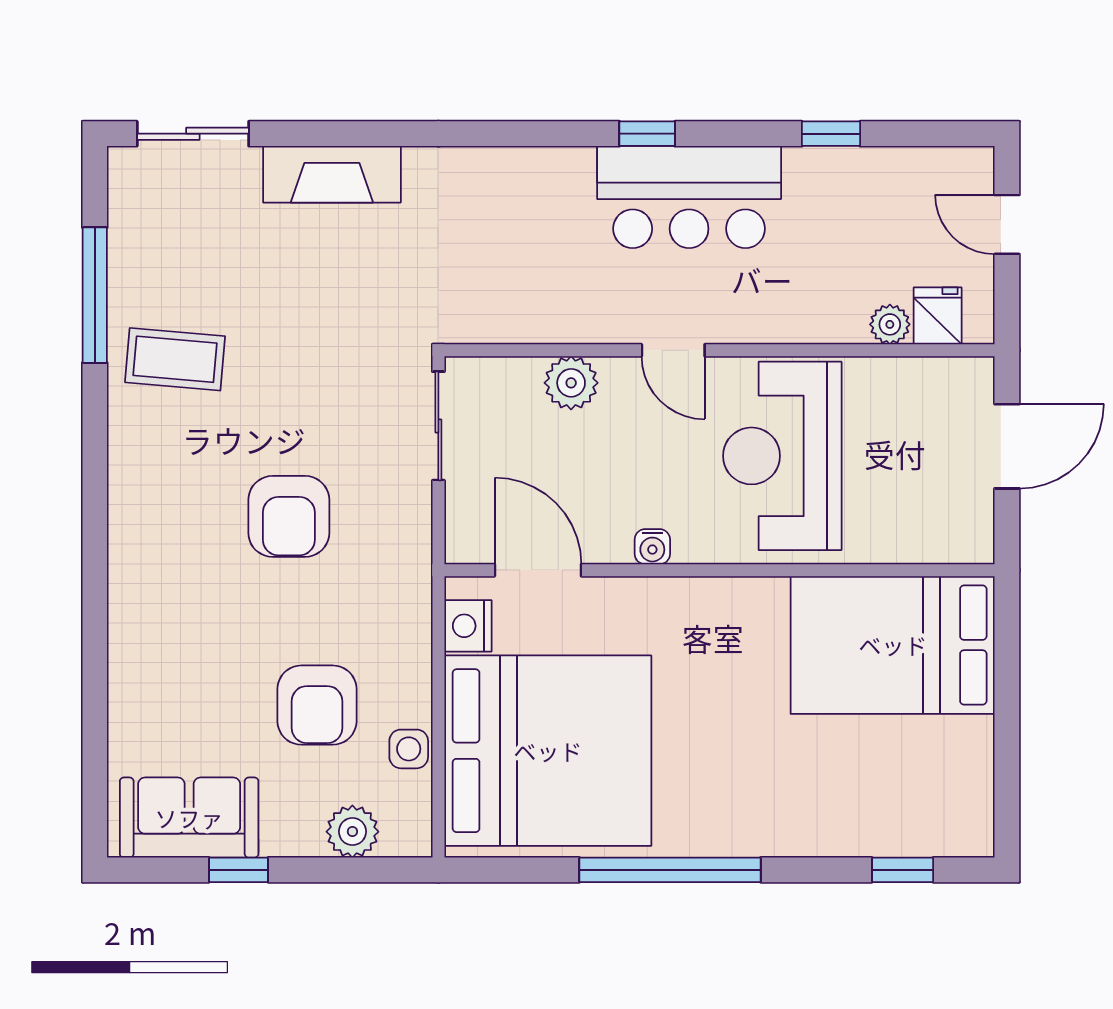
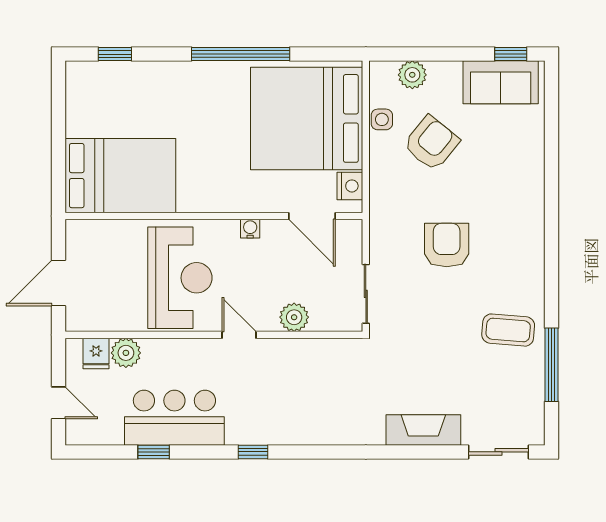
bar counter: (689, 197) -> (174, 418), moved
plant: (890, 324) -> (126, 353), width x1.38, depth x1.38
armchair: (317, 705) -> (431, 143), turned 39
window: (238, 870) -> (511, 54), moved

